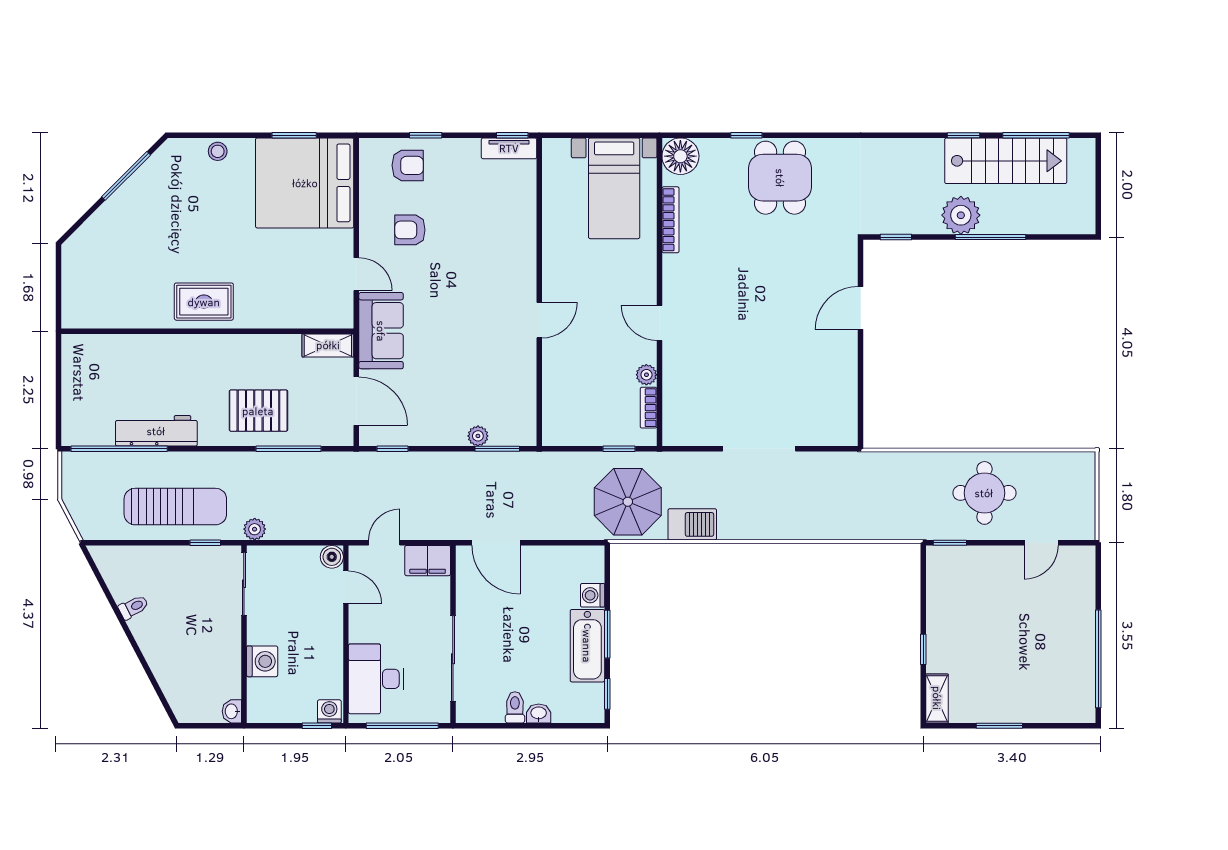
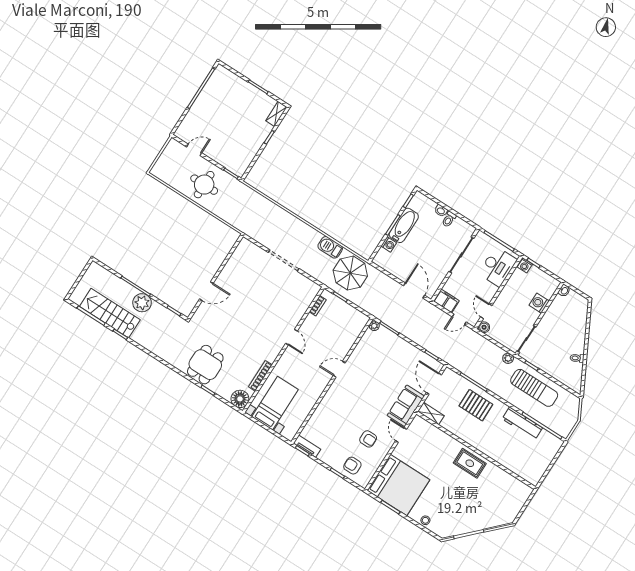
plant: (646, 375) -> (310, 319), removed
plant: (478, 436) -> (374, 326), moved
sun lounger: (175, 507) -> (534, 388), turned 180

